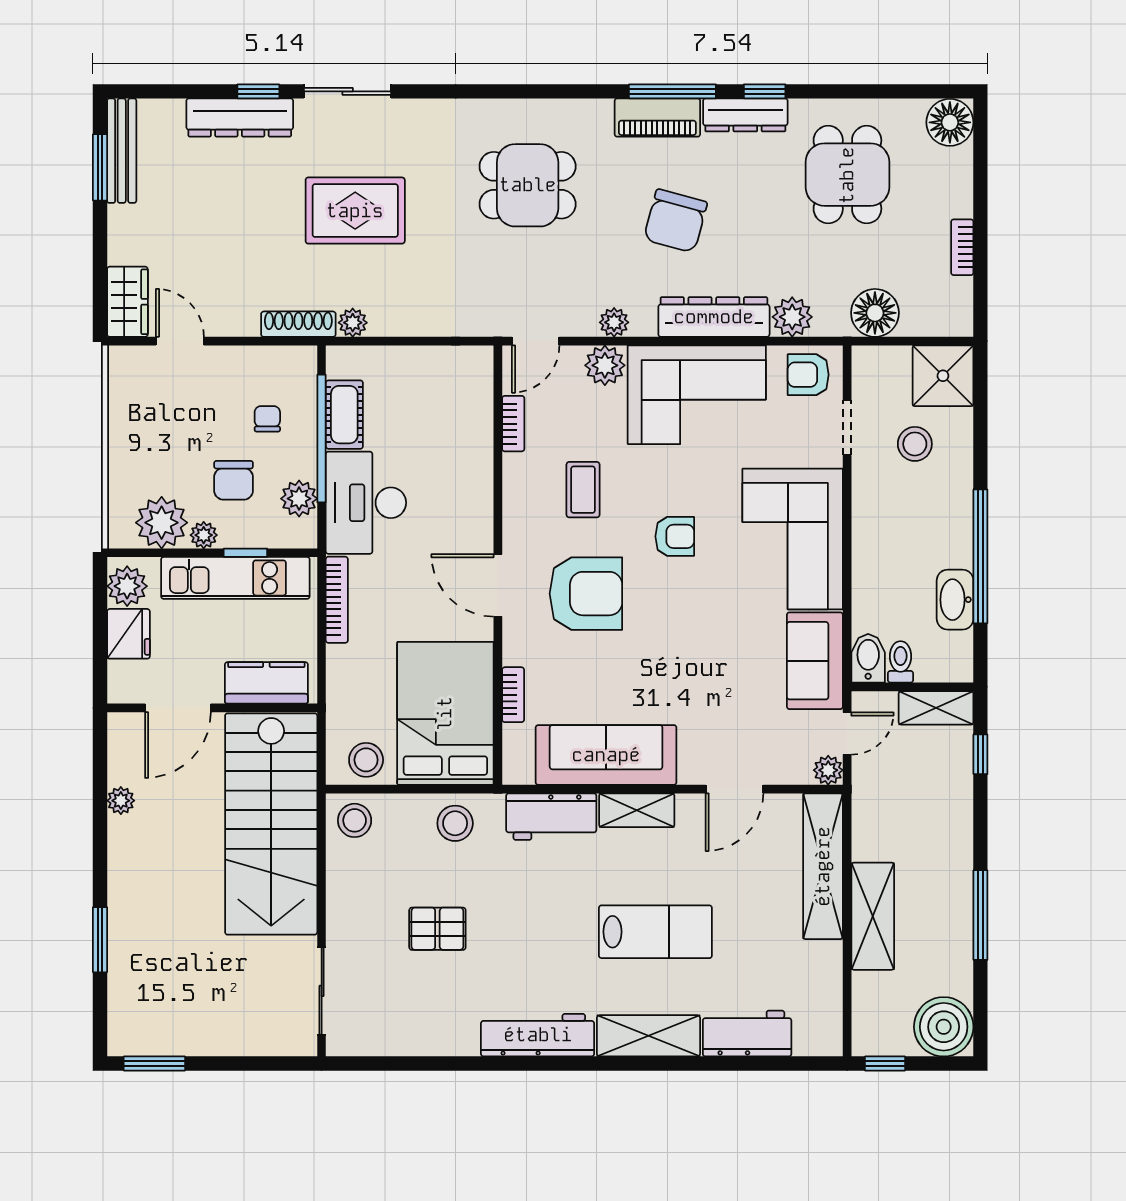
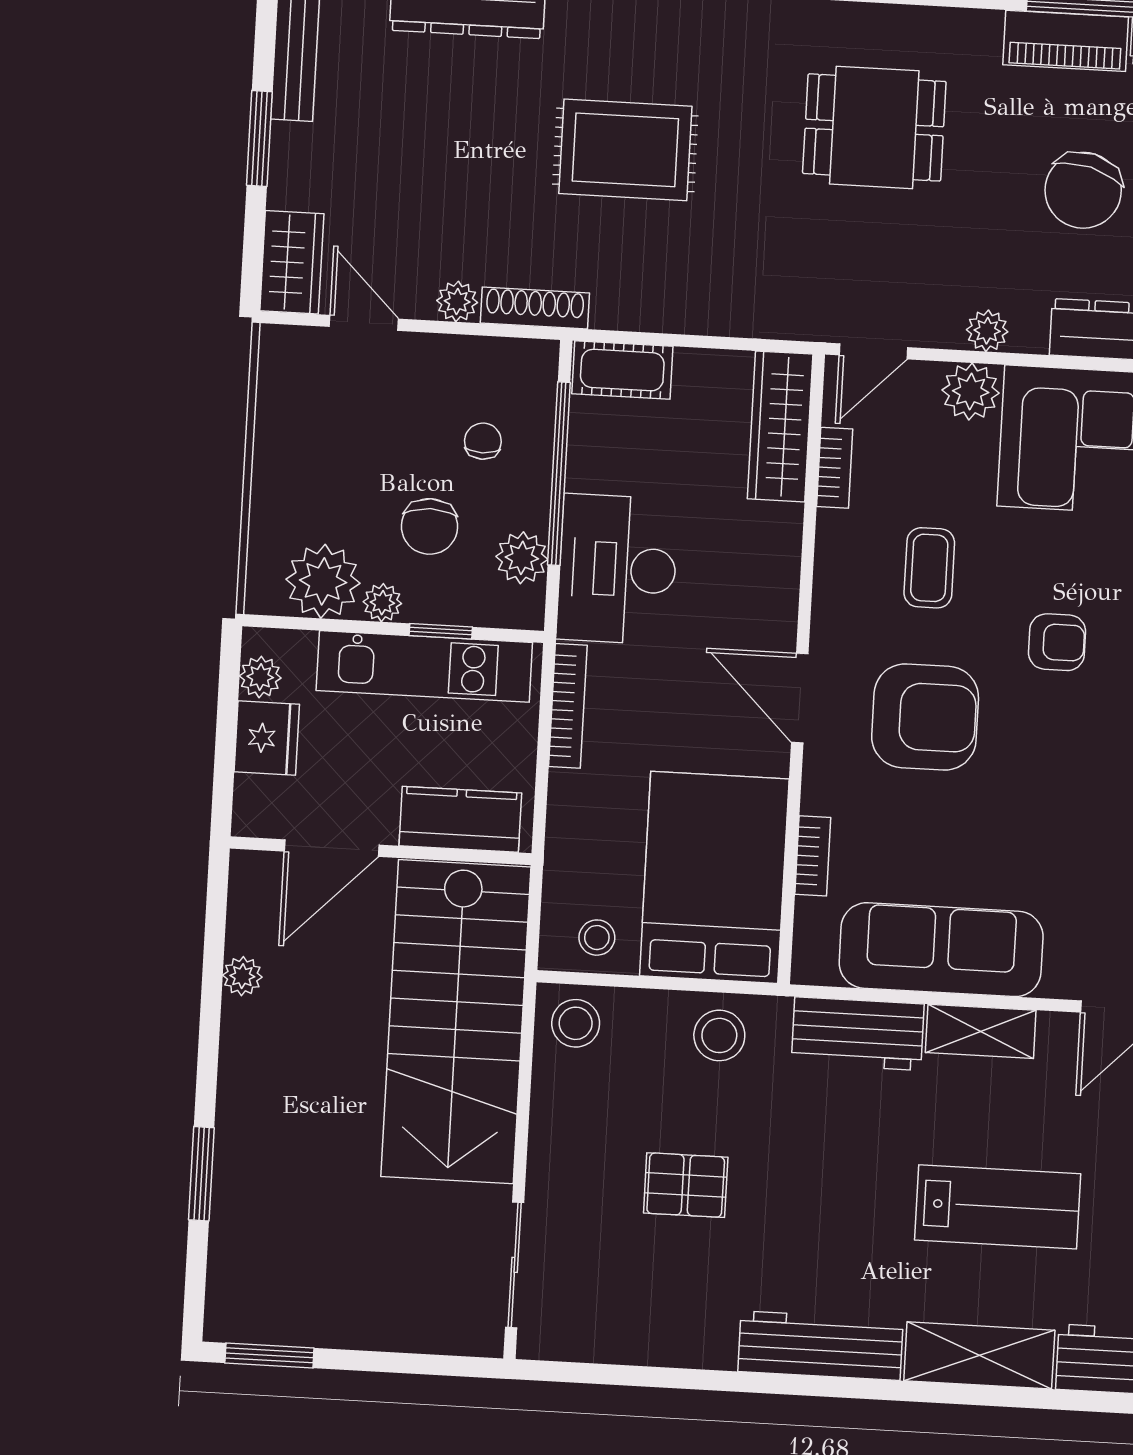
window: (100, 167) -> (259, 138), moved
plant: (353, 323) -> (457, 301), moved
wardrobe: (474, 397) -> (780, 426), added
cot: (344, 415) -> (622, 370), moved, turned 90
plant: (127, 586) -> (260, 677), width x0.73, depth x0.73
stool: (366, 760) -> (597, 938), width x0.73, depth x0.73

